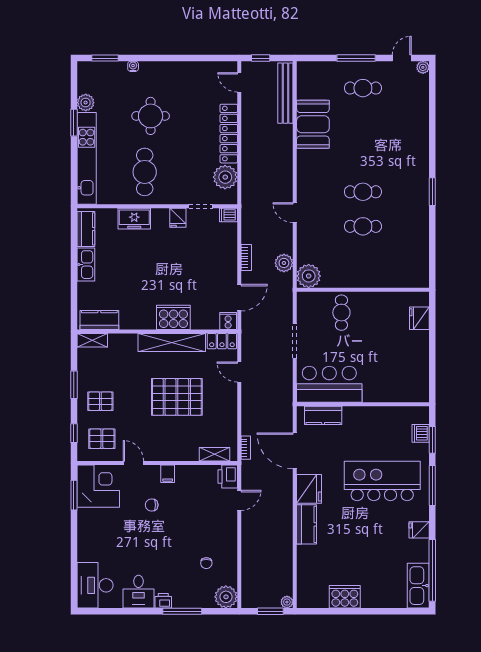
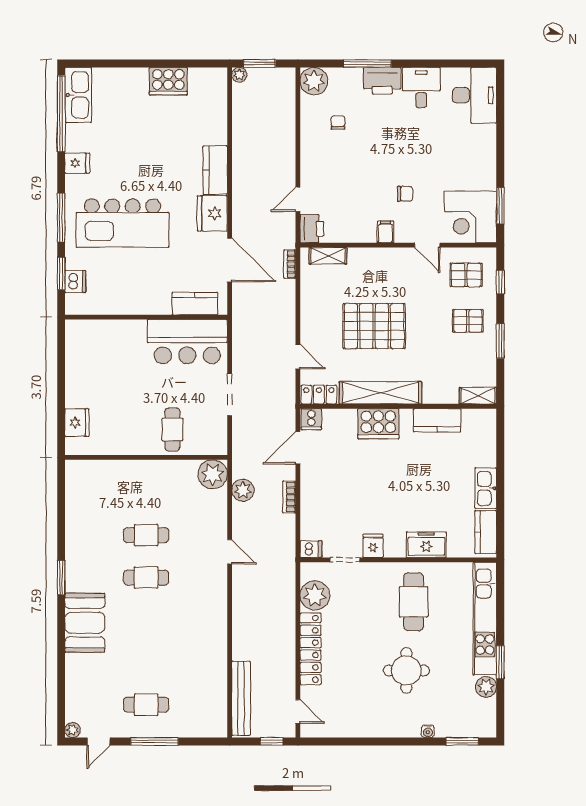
booth: (313, 124) -> (85, 623), moved
kitchen counter: (99, 320) -> (437, 420), moved
printer: (163, 601) -> (382, 81), width x1.87, depth x1.48

